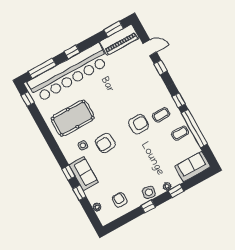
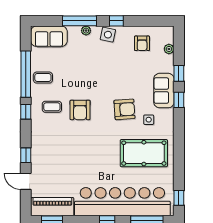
armchair: (139, 124) -> (80, 110), turned -90
window: (176, 191) -> (80, 21), width x2.17

